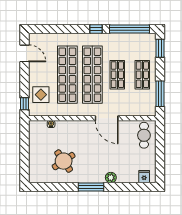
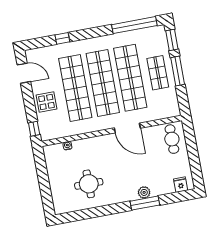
window: (96, 29) -> (62, 38), moved
shop shelf: (117, 75) -> (130, 78), width x2.00, depth x1.36
window: (160, 94) -> (178, 71), moved
display table: (41, 95) -> (46, 102), moved
round table: (64, 161) -> (89, 184), turned 34
window: (91, 187) -> (145, 203), moved

